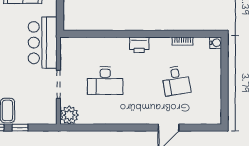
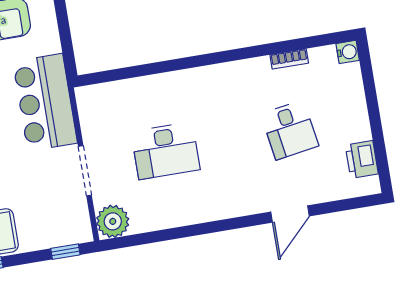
printer: (139, 45) -> (362, 159), moved, turned 90
window: (20, 128) -> (65, 252), moved

